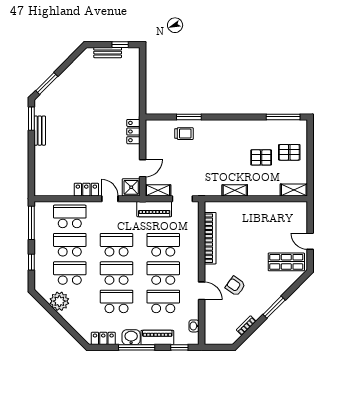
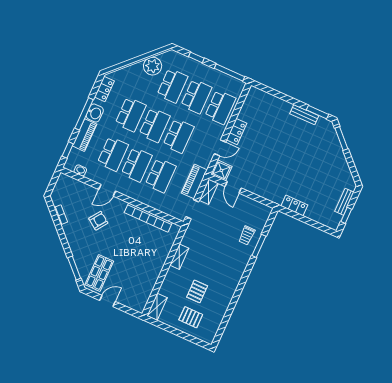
window: (283, 117) -> (223, 326), removed
locker: (133, 132) -> (294, 205), moved
pallet: (289, 152) -> (191, 317), turned 90
window: (274, 307) -> (74, 268), moved

